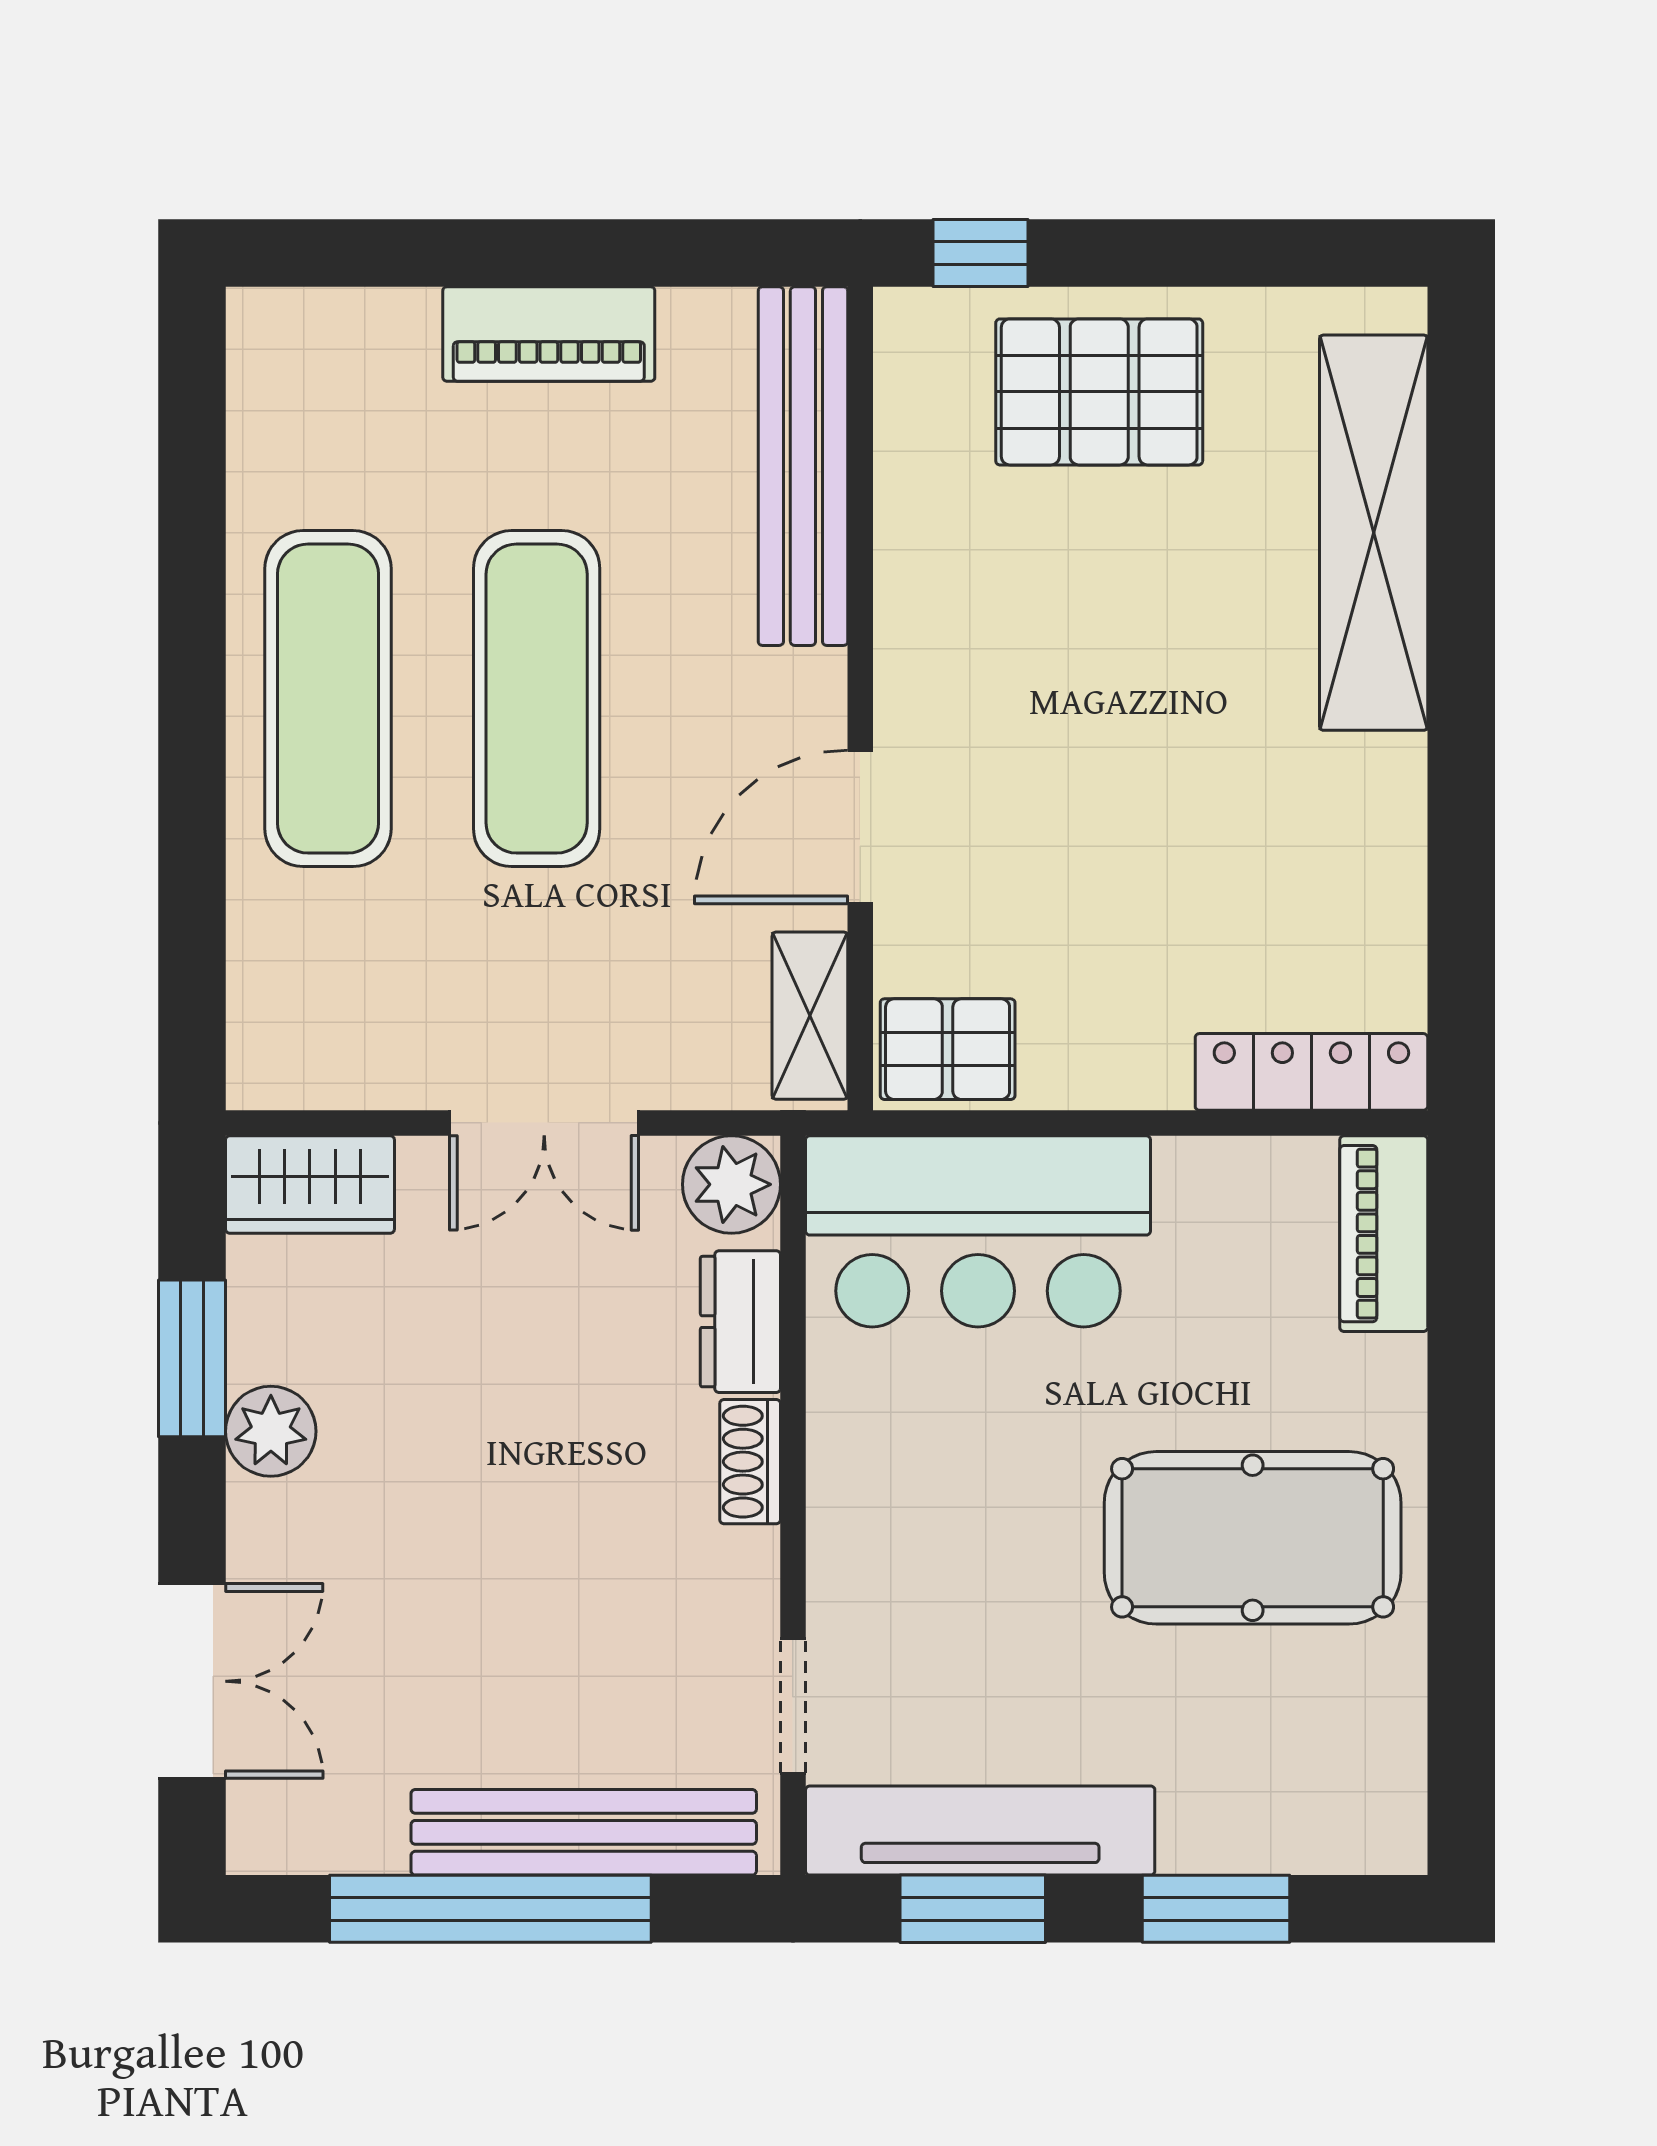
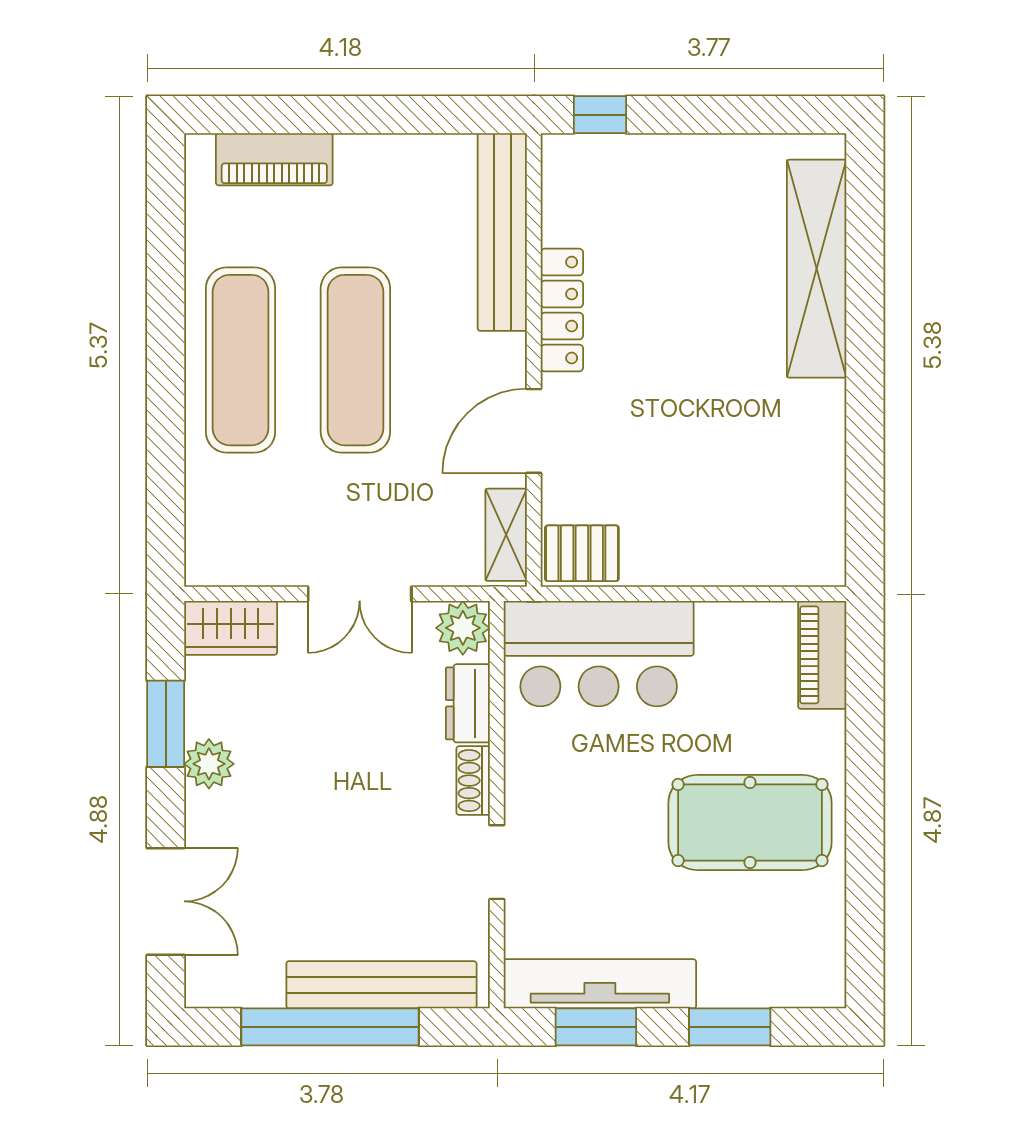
piano: (549, 334) -> (274, 159), moved
pallet: (1099, 392) -> (665, 191), removed
locker: (1311, 1072) -> (562, 310), moved, turned 90
doorway: (793, 1706) -> (497, 862), moved

